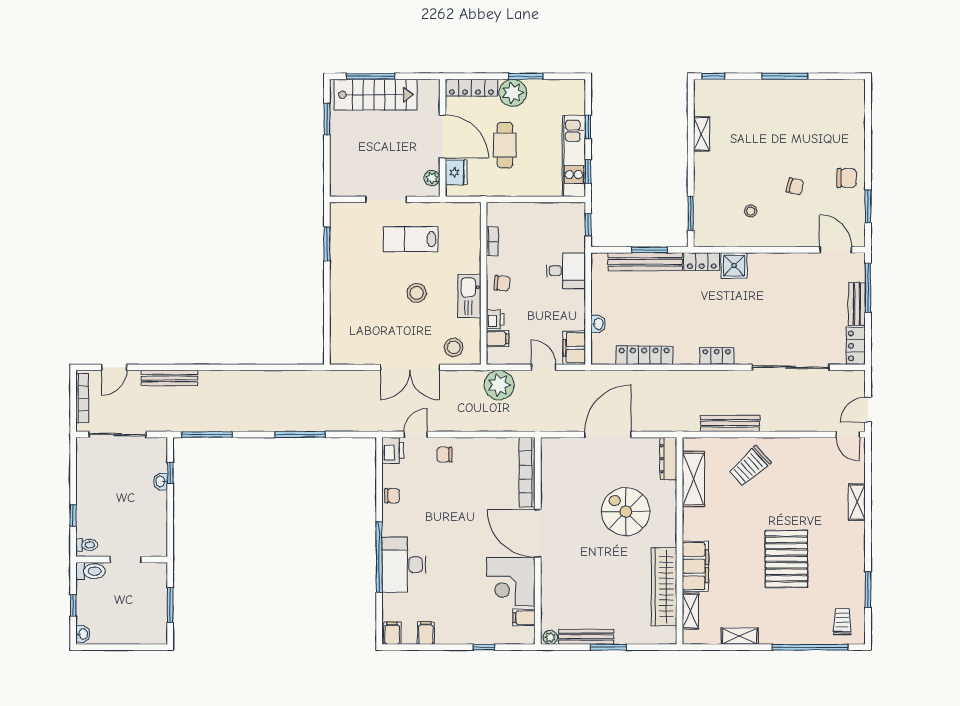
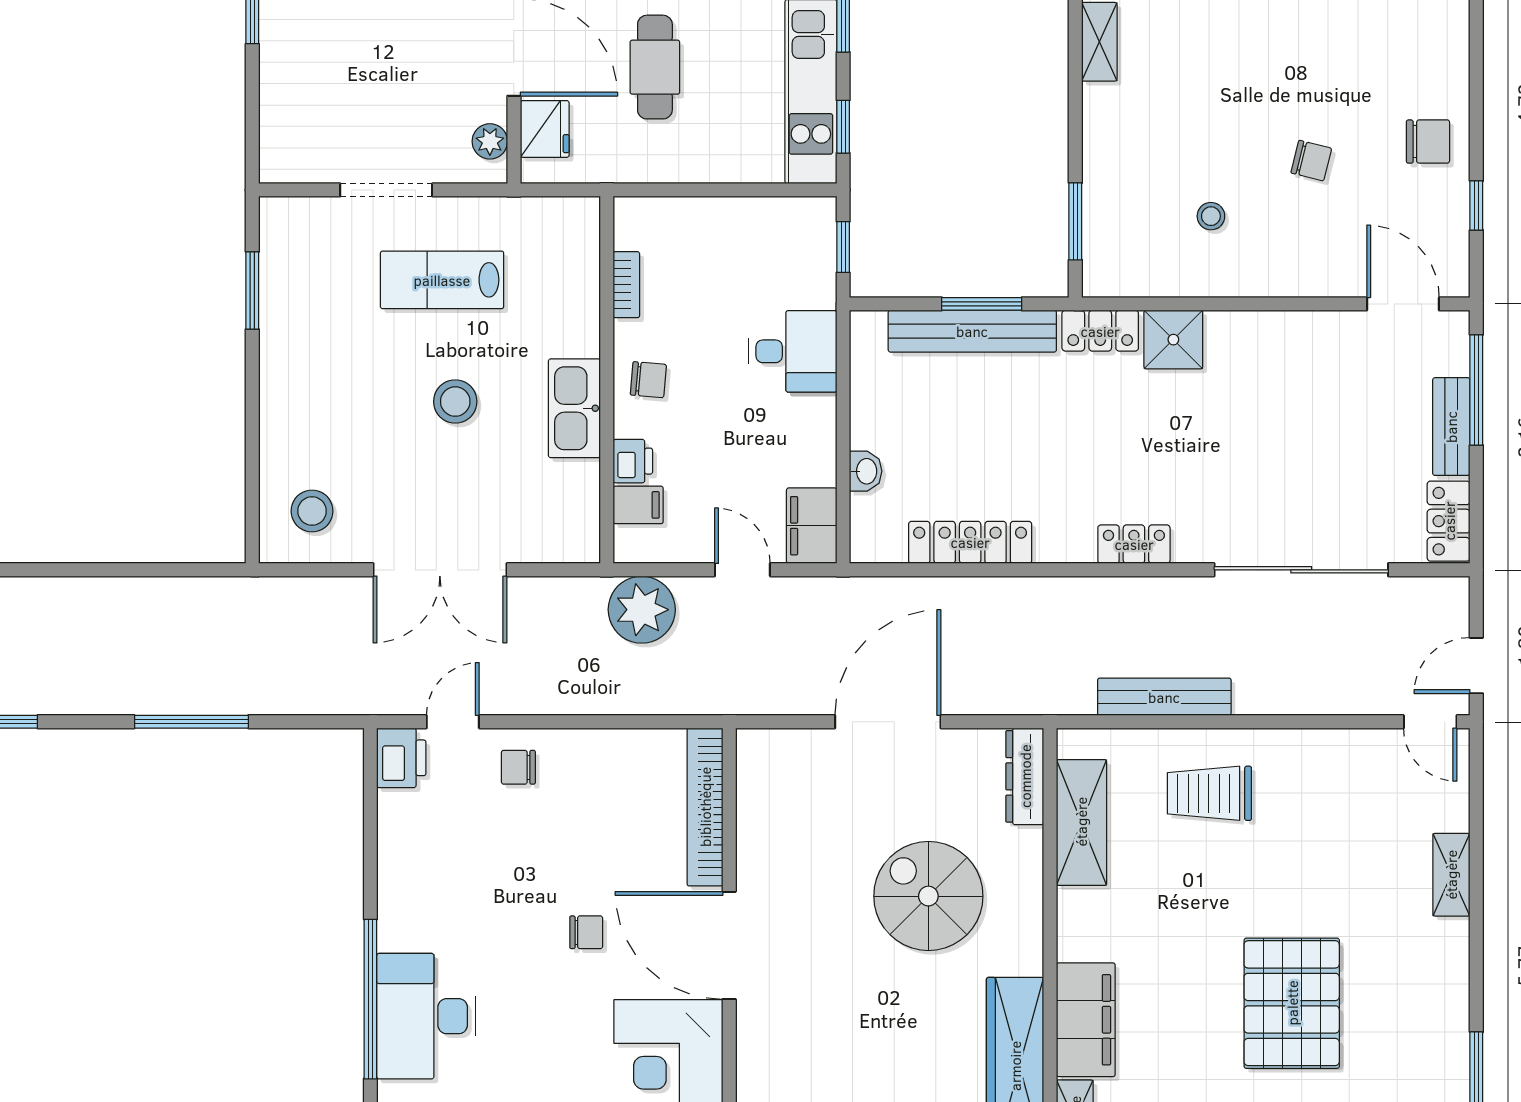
window: (868, 206) -> (1476, 206), width x0.67
stool: (454, 347) -> (312, 511), moved
trolley: (750, 466) -> (1209, 793), turned 42
chair: (392, 496) -> (586, 932), moved

